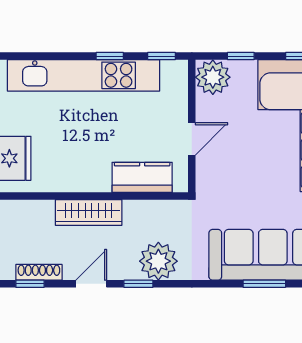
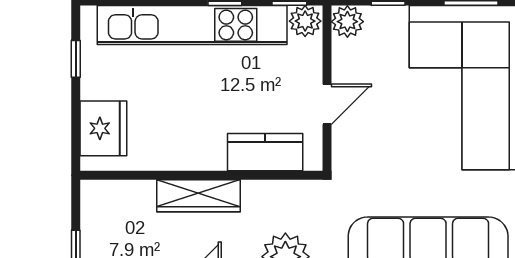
plant: (174, 72) -> (305, 21), added
plant: (213, 77) -> (347, 22), width x0.73, depth x0.73

